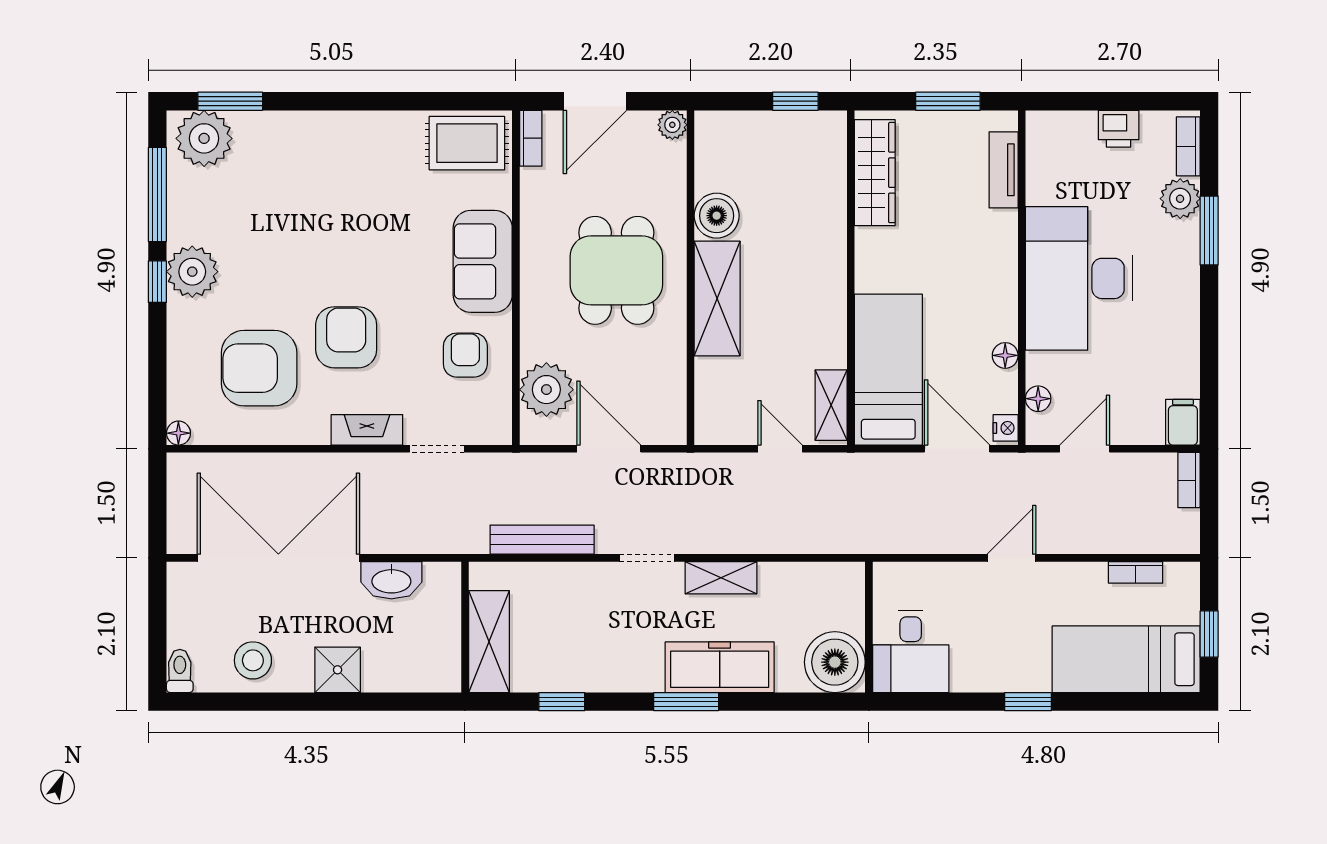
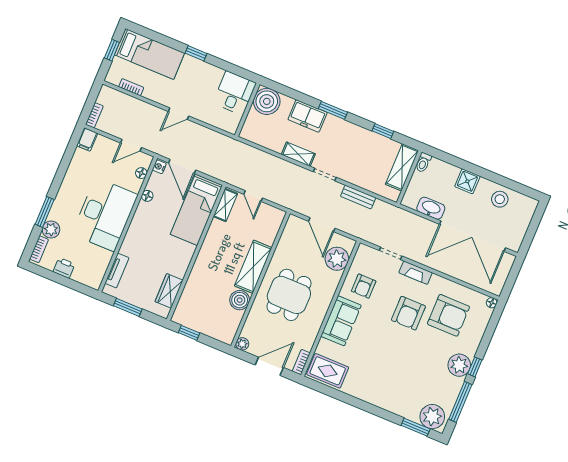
wardrobe: (875, 173) -> (169, 291), width x0.67
bench: (542, 540) -> (358, 197), width x0.73
freezer: (720, 667) -> (308, 116), width x0.71
toilet: (180, 671) -> (423, 162), moved

